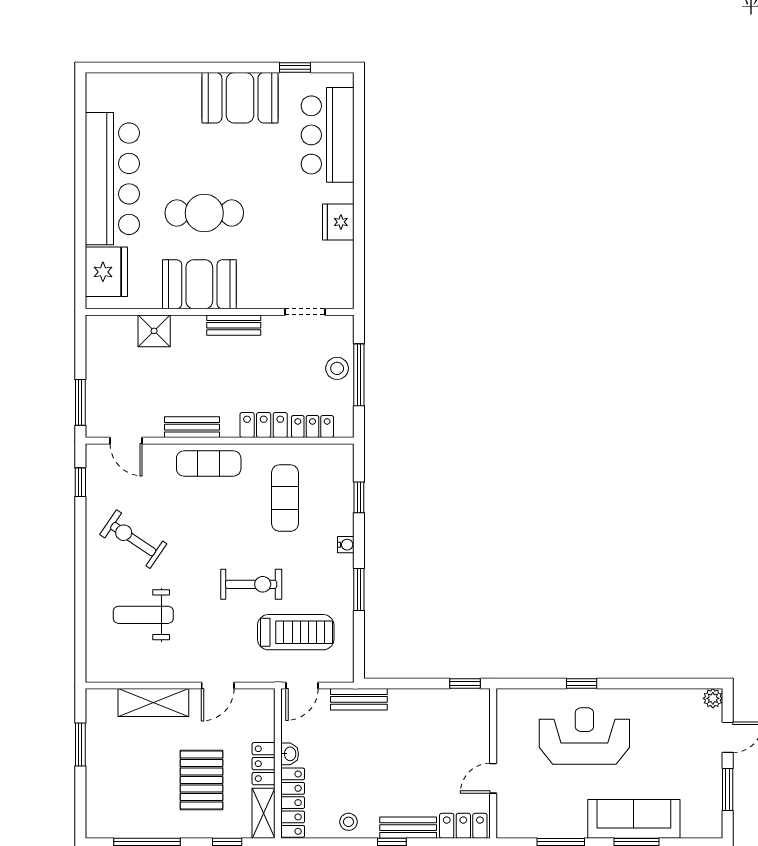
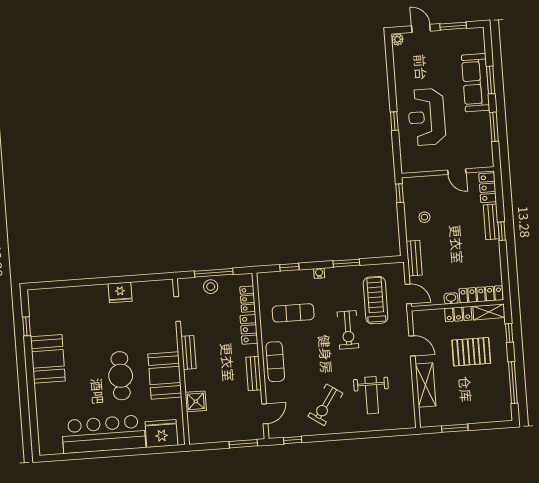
bar counter: (328, 135) -> (67, 303), removed
exercise bike: (251, 584) -> (348, 330), turned 180
stool: (348, 822) -> (424, 217), moved

